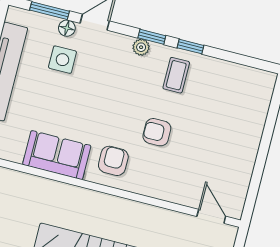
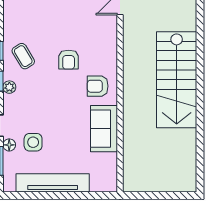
coffee table: (176, 75) -> (23, 56), turned 59

